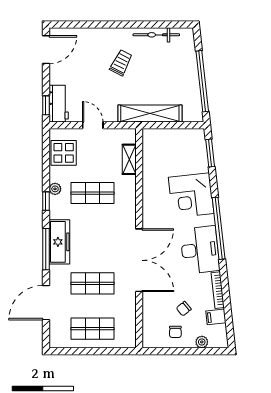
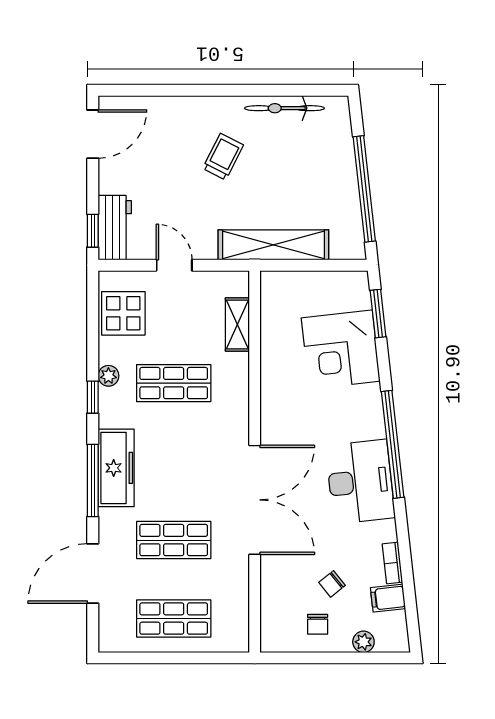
corner desk: (191, 195) -> (341, 350), moved
bookcase: (218, 290) -> (392, 563), width x0.64

